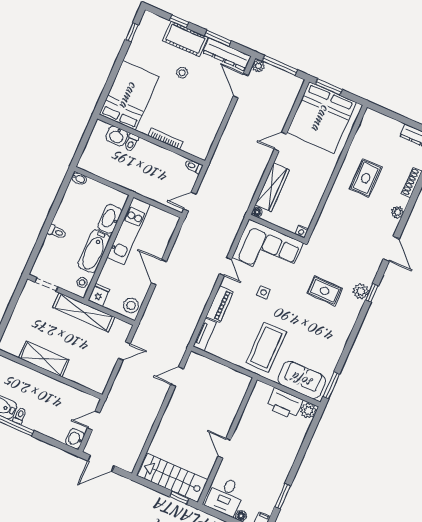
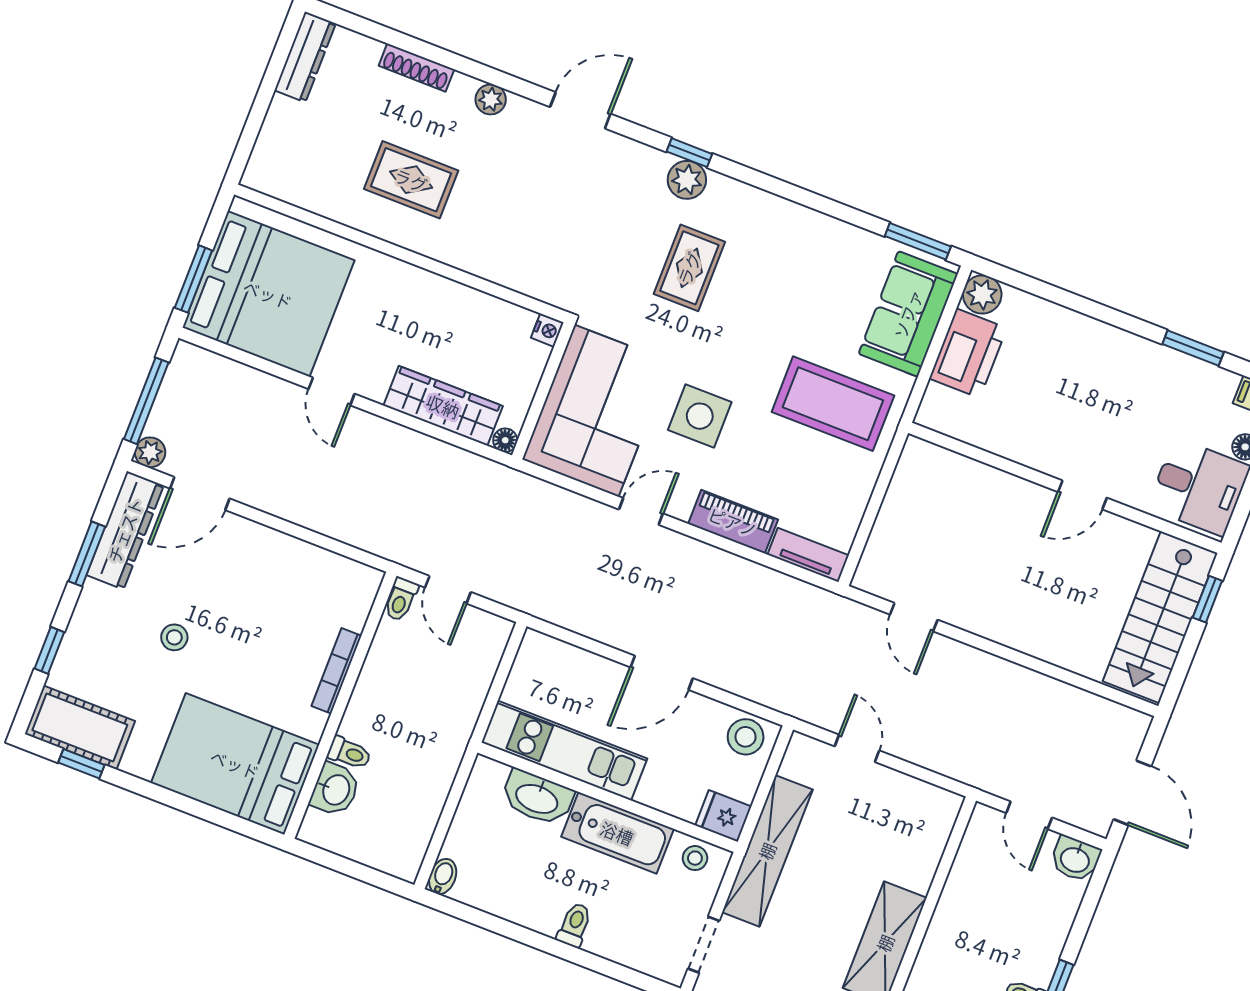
cot: (185, 39) -> (80, 727), moved, turned 90
door: (190, 201) -> (448, 590), moved
side table: (264, 292) -> (700, 416), width x1.87, depth x1.87

